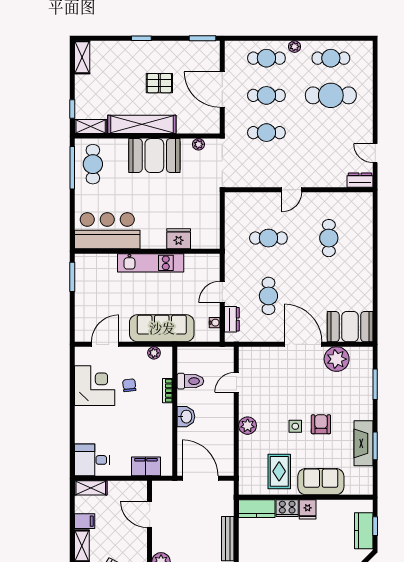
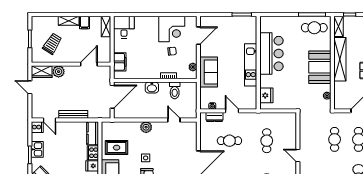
bar counter: (107, 231) -> (271, 54), moved
fridge: (179, 239) -> (266, 95), moved
sofa: (162, 328) -> (209, 72), width x0.73
door: (105, 344) -> (198, 36), hinge flipped

